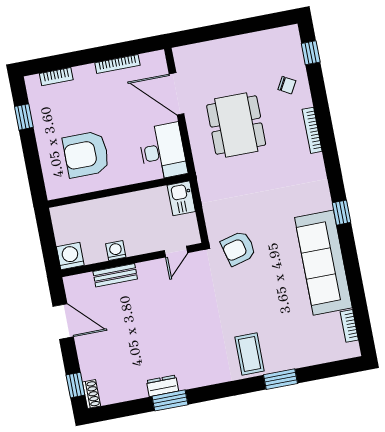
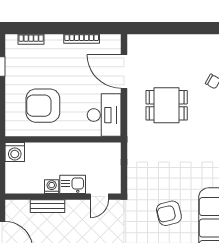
dining table: (236, 125) -> (167, 105), width x0.73
kitchen sink: (181, 198) -> (73, 184), moved, turned 90
armchair: (238, 248) -> (169, 213), moved
washing machine: (70, 256) -> (15, 152), moved, turned 180

